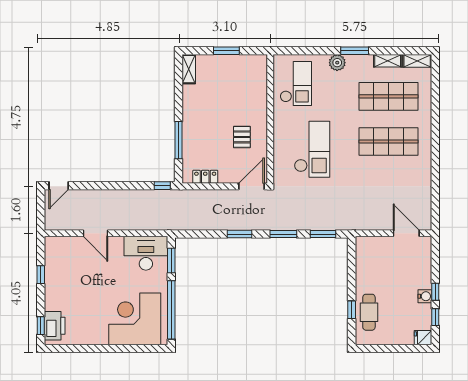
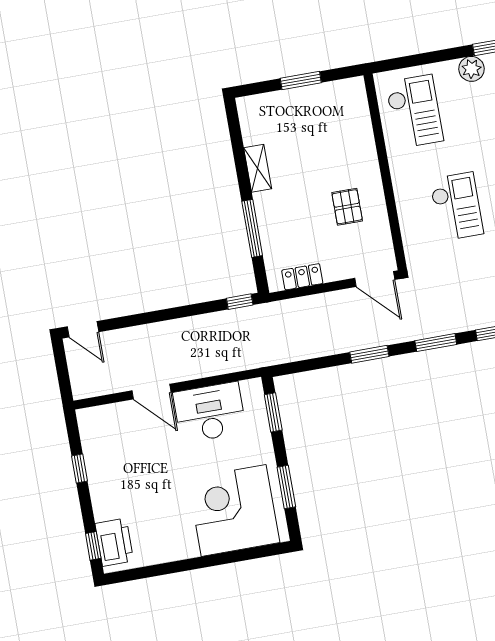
shelving: (189, 69) -> (258, 168), moved
checkout: (312, 149) -> (456, 207), width x0.73, depth x0.83
door: (59, 186) -> (83, 329), hinge flipped
door: (251, 186) -> (375, 279), swing flipped
desk: (146, 253) -> (210, 412), moved
window: (171, 310) -> (286, 487), width x0.47

